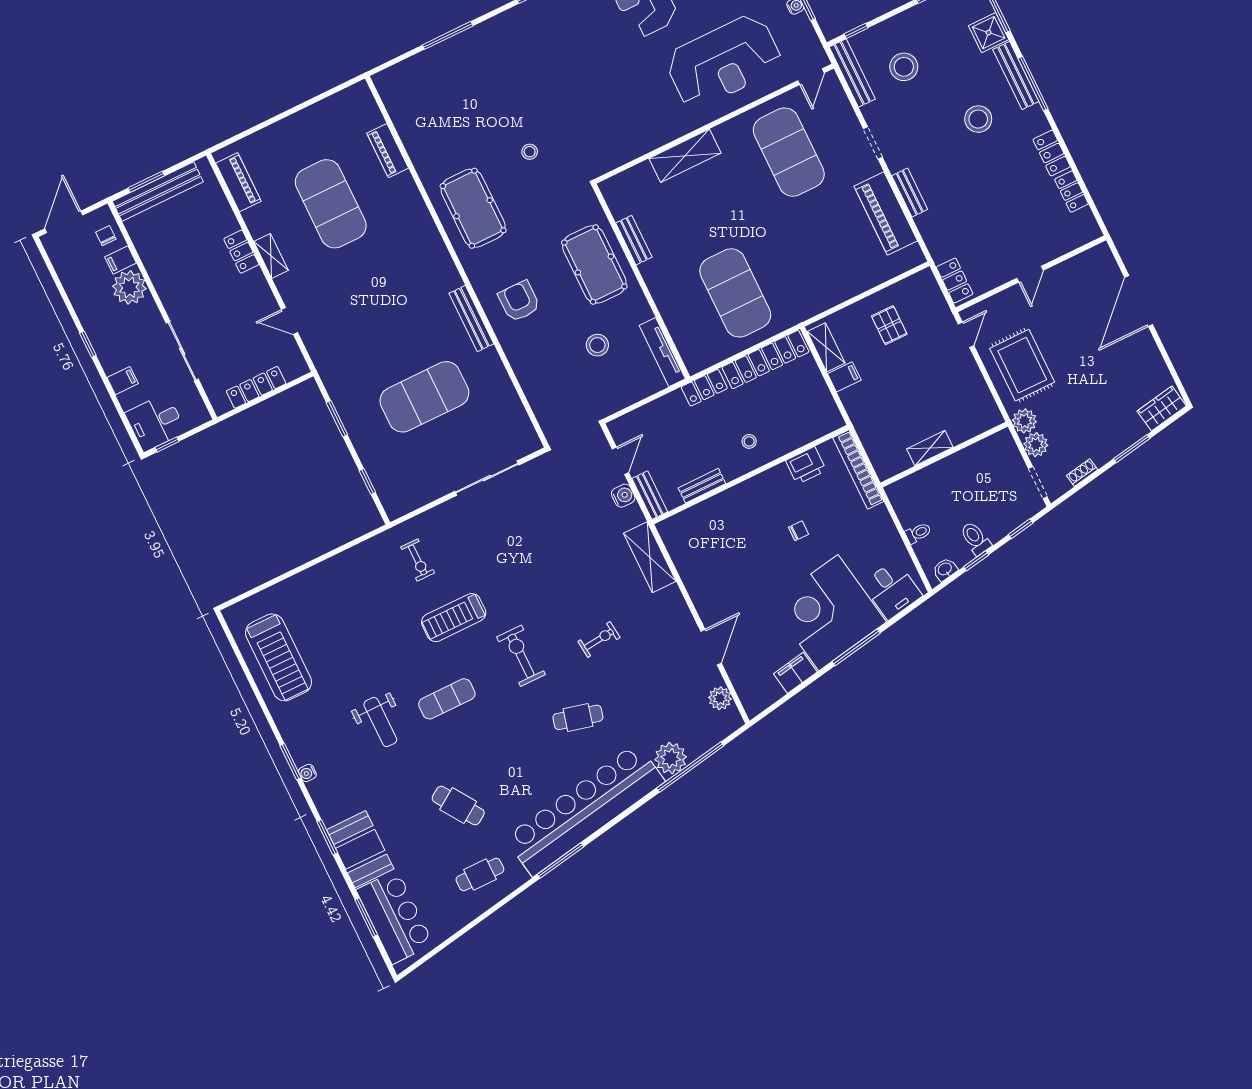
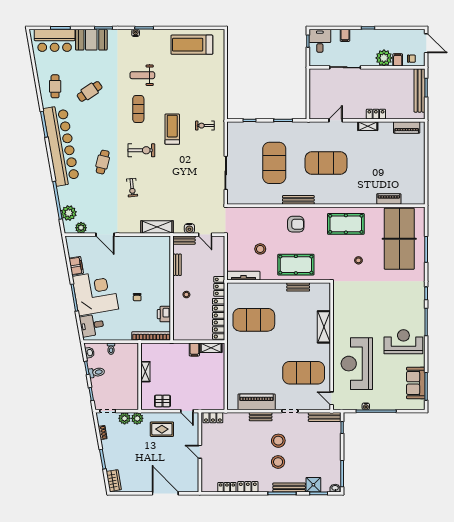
stool: (904, 67) -> (278, 441), moved
table tennis table: (453, 95) -> (399, 239), added
exercise mat: (331, 204) -> (326, 163), moved
pallet: (889, 325) -> (162, 401), moved
rug: (1022, 365) -> (162, 429), width x0.73, depth x0.70
locker: (256, 387) -> (314, 92), removed
plant: (671, 758) -> (69, 213), moved

